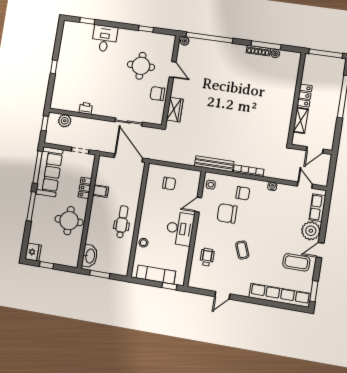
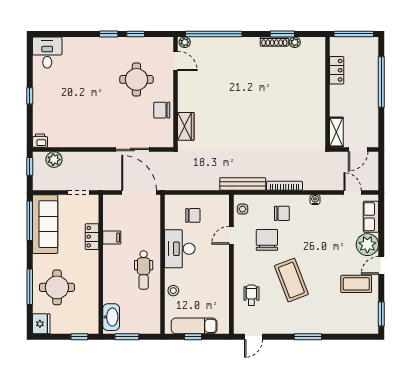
window: (87, 21) -> (109, 34), moved
desk: (104, 38) -> (47, 52), moved
window: (266, 45) -> (282, 34), width x0.69
door: (173, 70) -> (175, 61), moved
locker: (305, 96) -> (337, 70), moved
printer: (86, 108) -> (40, 141), moved
shelving: (301, 120) -> (336, 132), moved
window: (31, 206) -> (30, 287), moved
chair: (227, 213) -> (267, 240), turned 90
round table: (69, 221) -> (57, 287), moved
dental chair: (122, 222) -> (144, 270), turned 180
desk: (180, 229) -> (180, 249), moved, turned 180
coffee table: (242, 250) -> (291, 280), width x1.86, depth x1.72
window: (46, 265) -> (79, 337), moved
window: (169, 286) -> (193, 337), moved
door: (222, 295) -> (253, 337), moved
row of seats: (280, 295) -> (343, 325), removed
window: (249, 300) -> (308, 337), added

